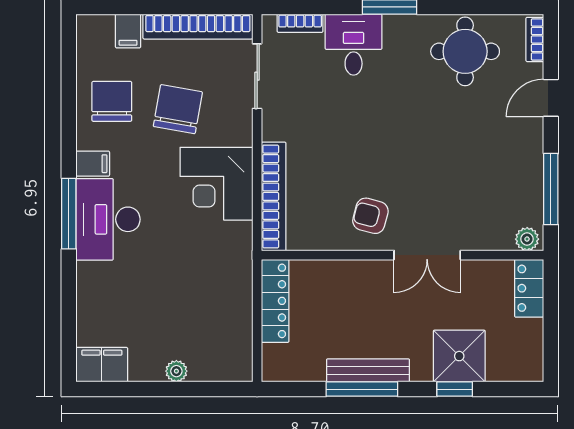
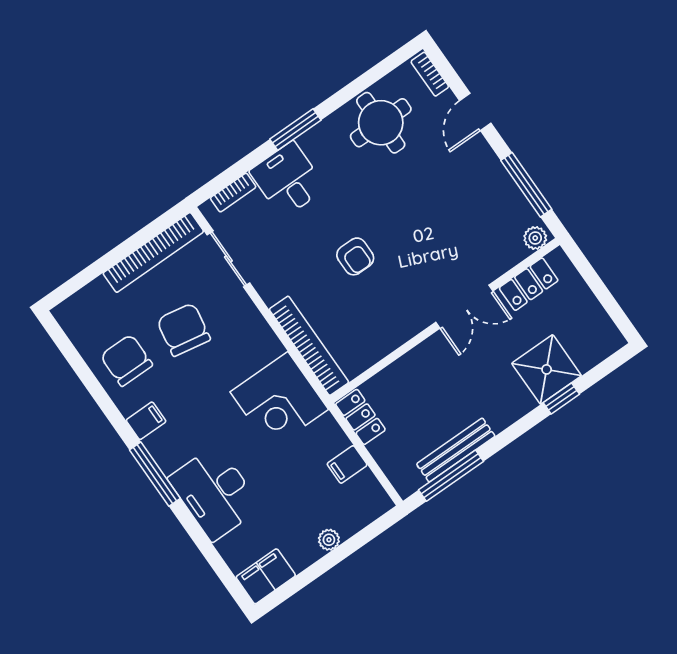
filing cabinet: (128, 31) -> (347, 464), moved, turned 90
corner desk: (216, 184) -> (279, 401), moved
armchair: (370, 216) -> (355, 256), moved, turned -105
desk: (108, 219) -> (215, 493), moved
locker: (529, 288) -> (529, 284), moved, turned -90
locker: (275, 301) -> (360, 417), width x0.66
bench: (368, 370) -> (456, 450), moved
window: (362, 389) -> (451, 476), moved

